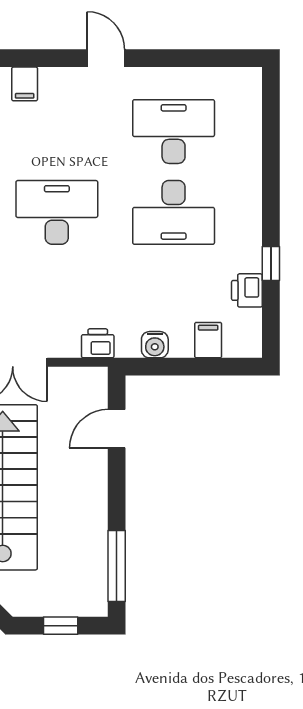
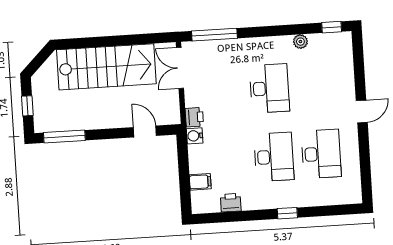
filing cabinet: (25, 84) -> (344, 65), removed
desk: (174, 212) -> (274, 157), turned 180
window: (271, 263) -> (287, 213), moved
water cooler: (155, 345) -> (195, 136), moved

